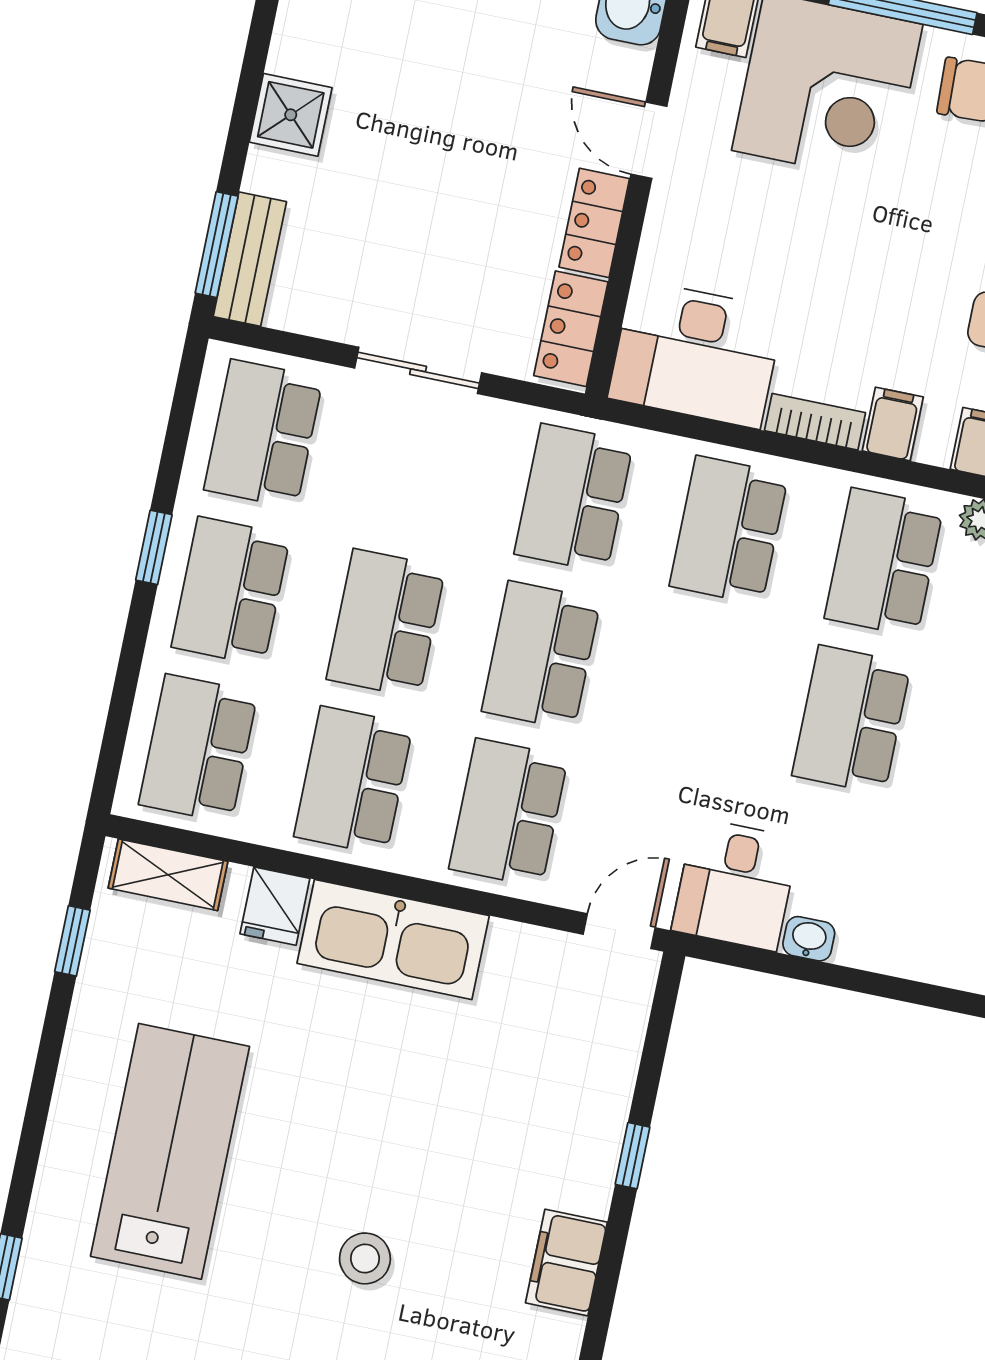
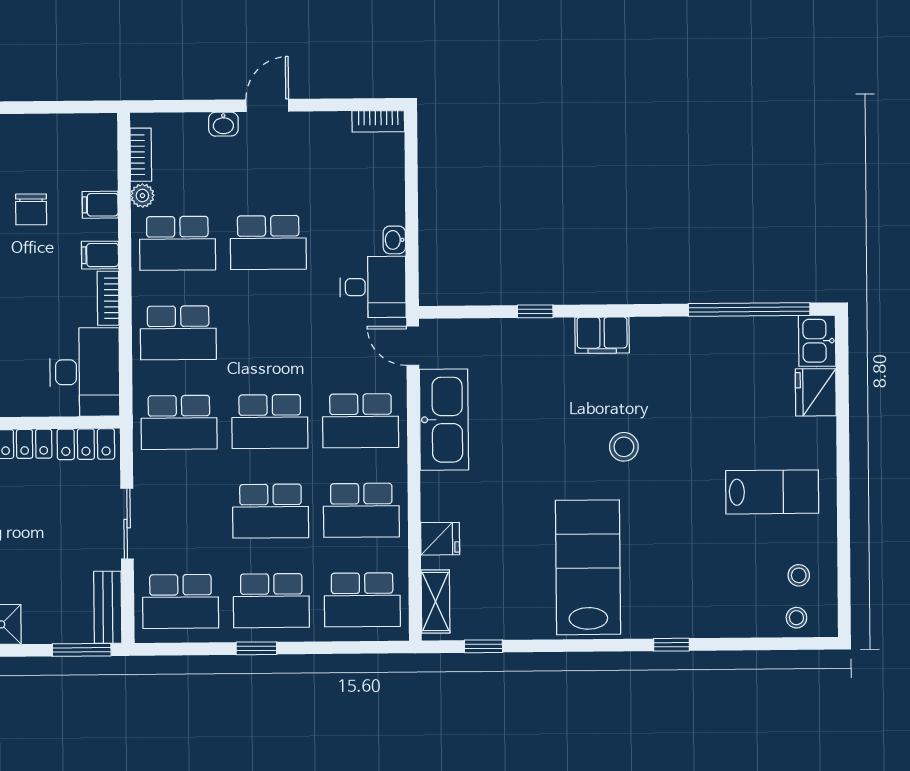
bench: (250, 259) -> (108, 607), moved, turned 90
kitchen sink: (393, 939) -> (444, 420), moved
lab bench: (170, 1151) -> (588, 567), turned 90

